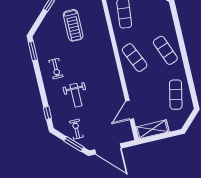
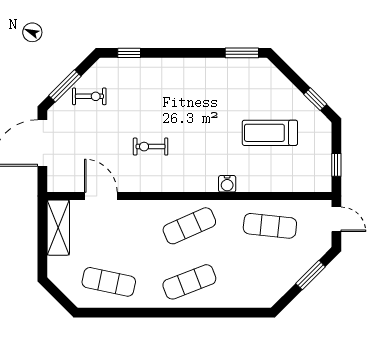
water cooler: (107, 42) -> (227, 184), added
exercise bike: (56, 69) -> (151, 147), moved
weight bench: (76, 95) -> (148, 109), removed

